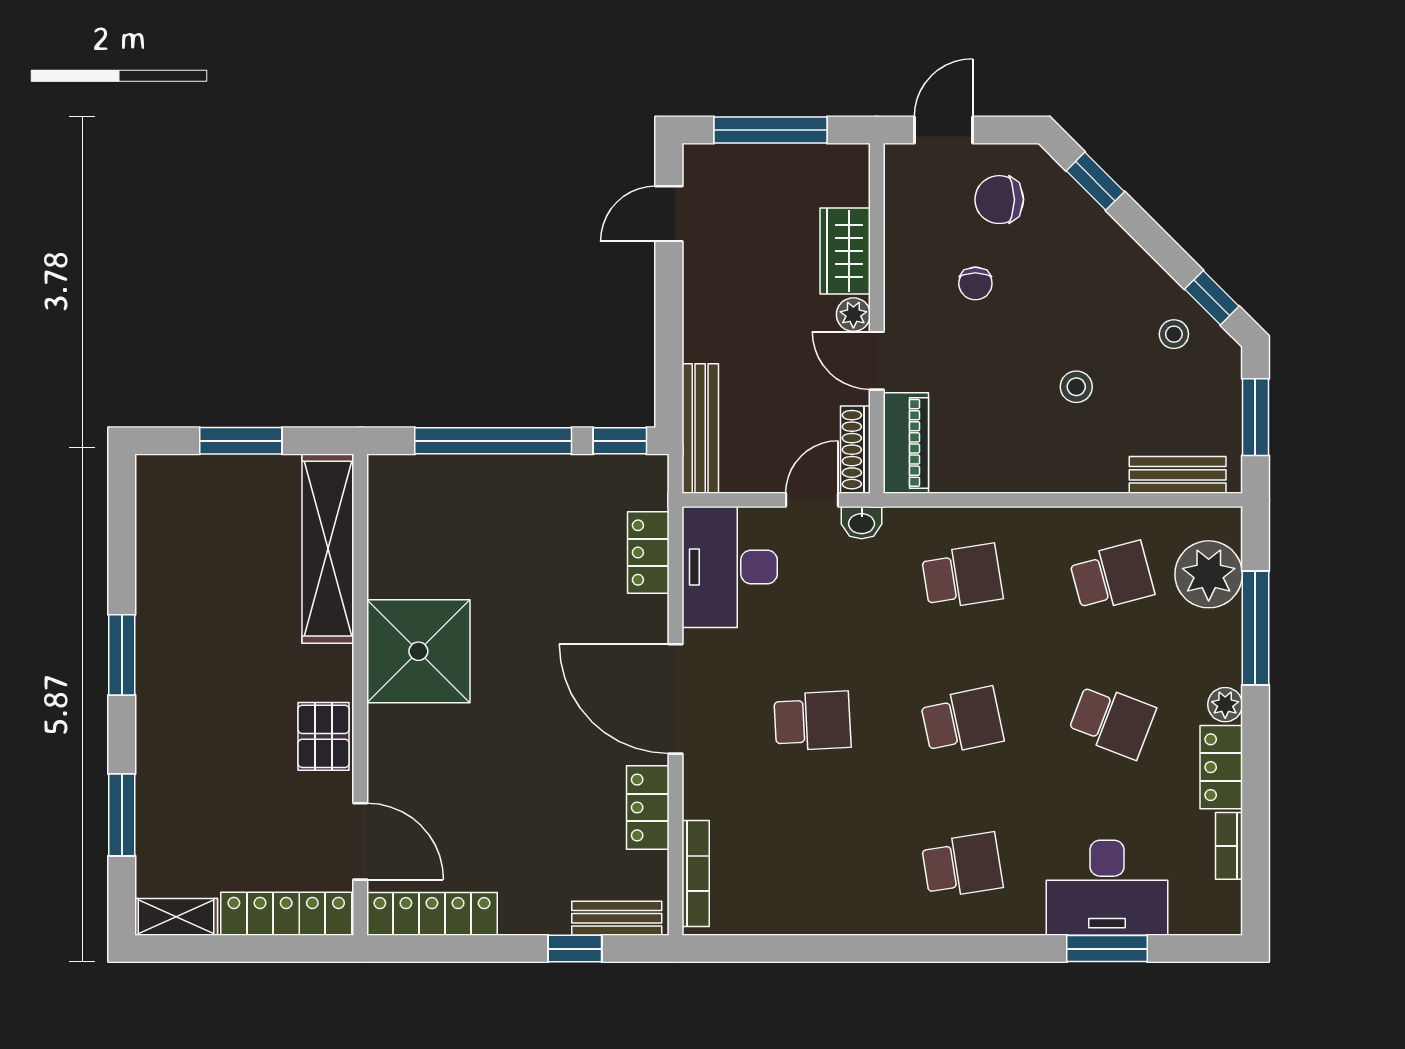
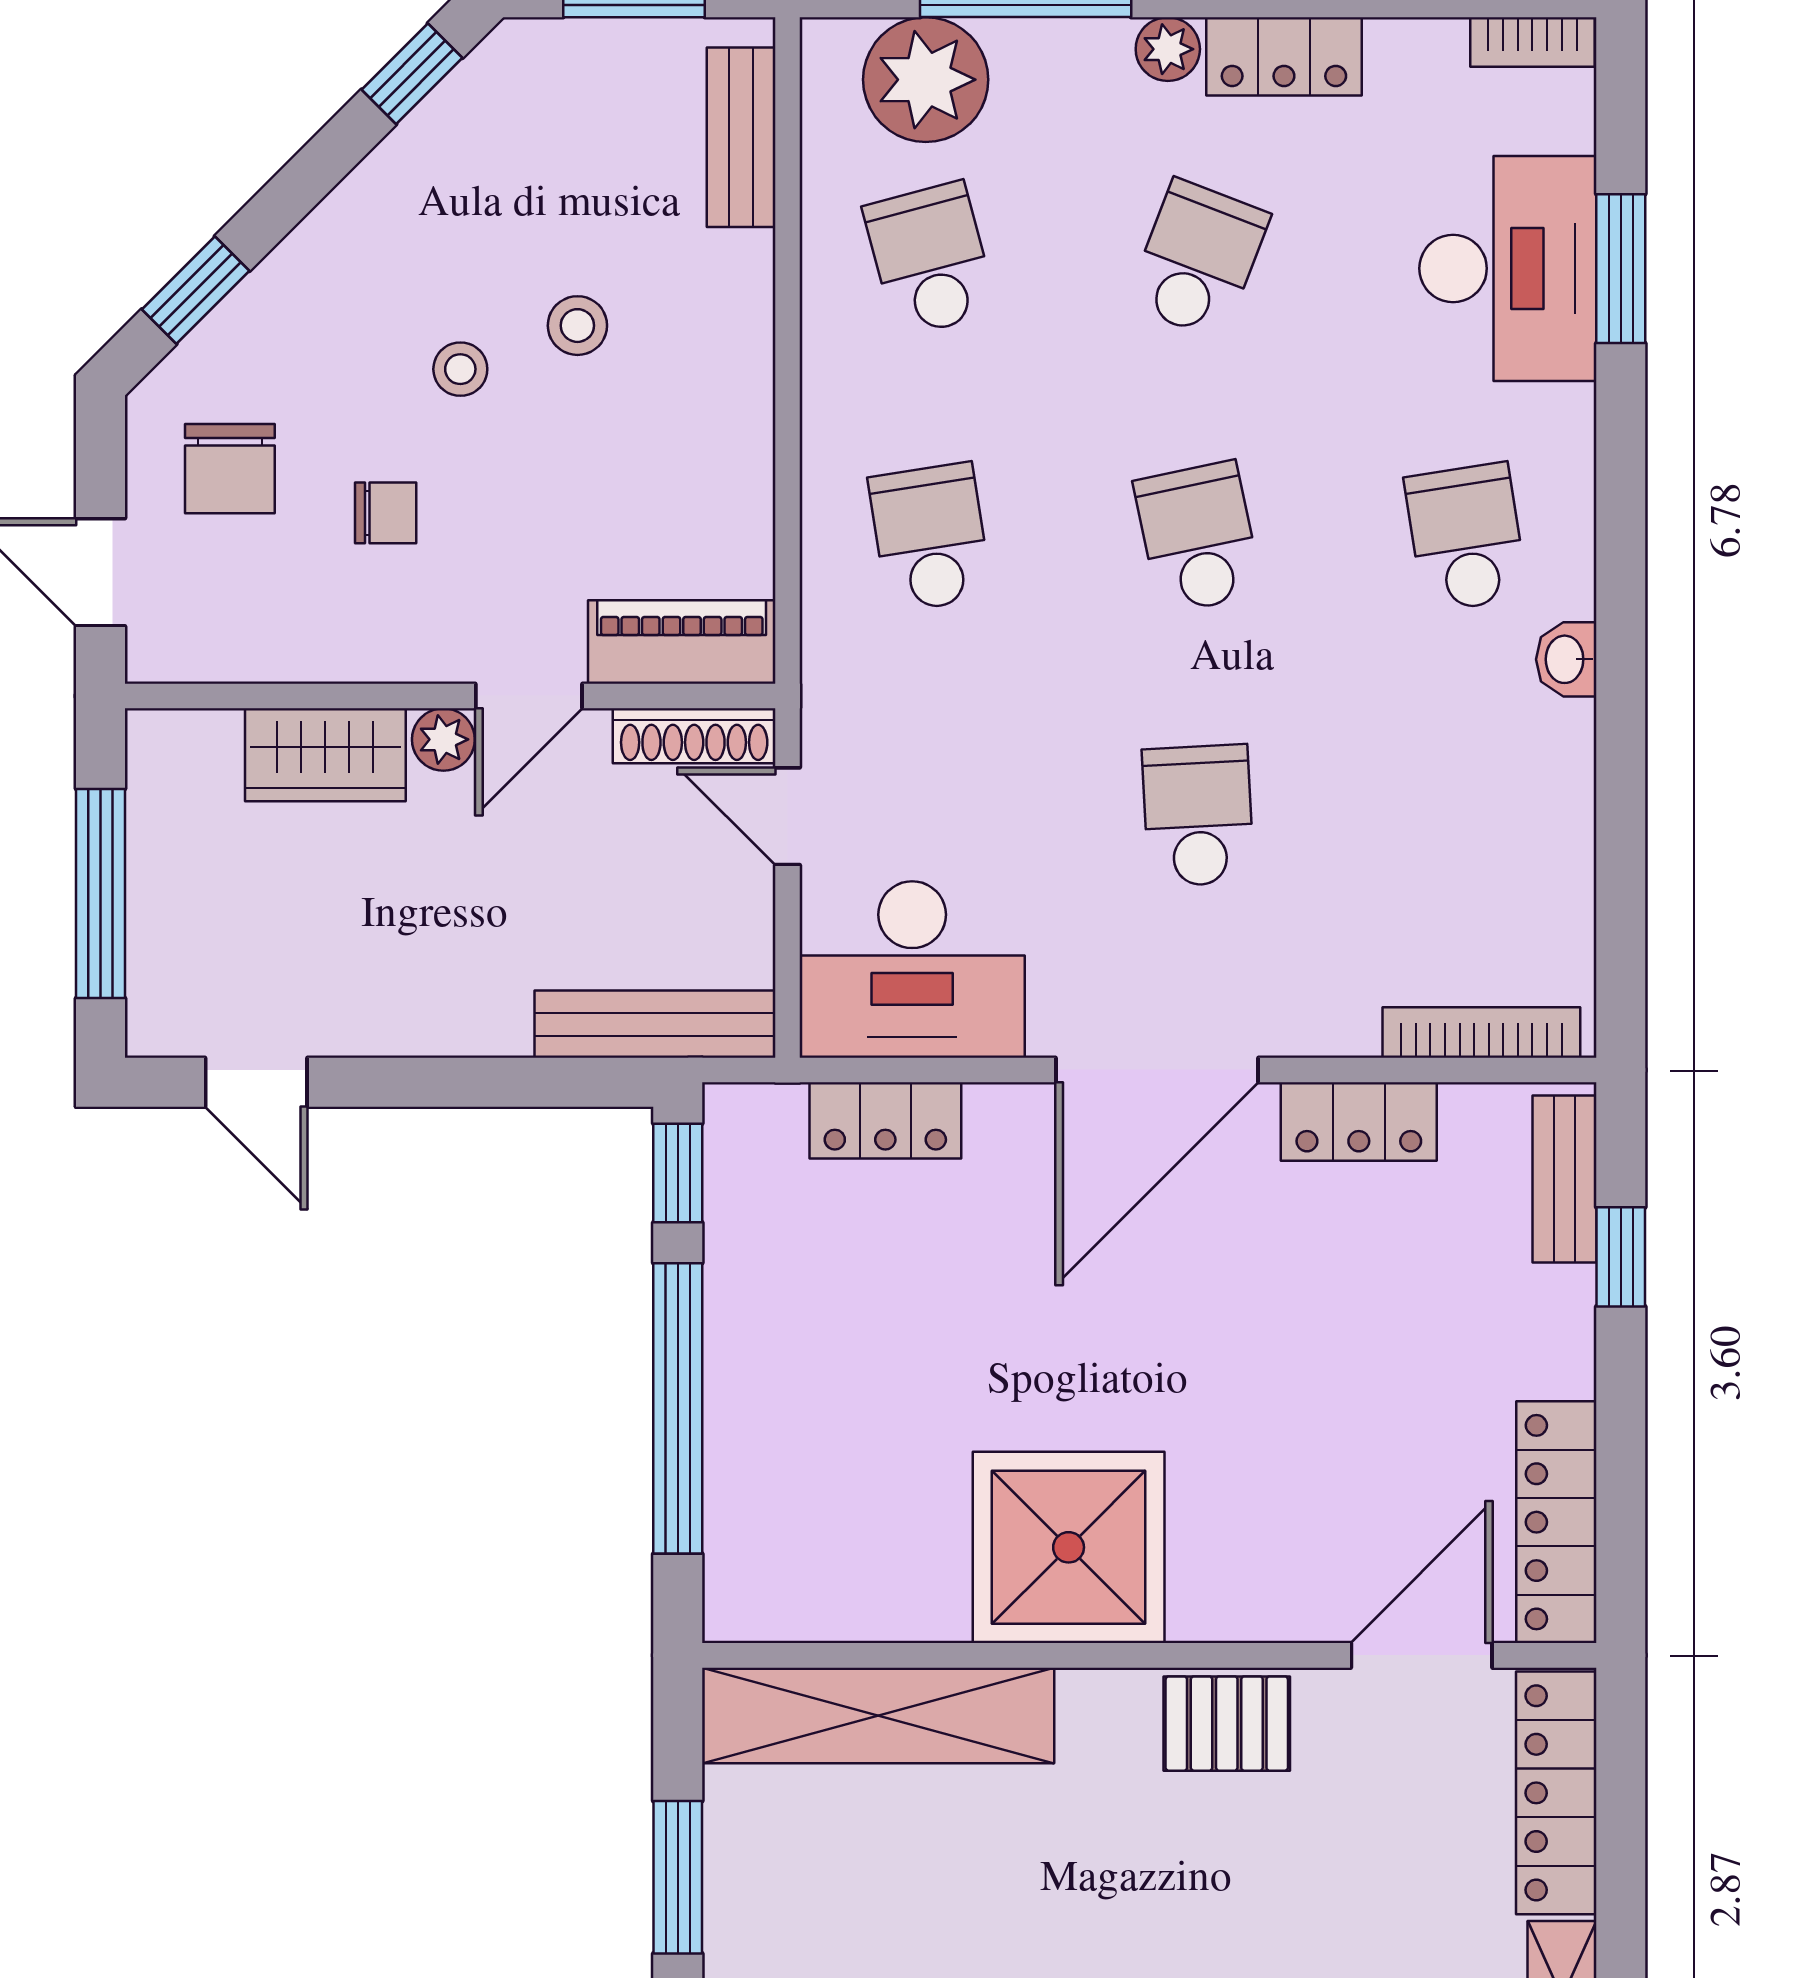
stool: (1174, 334) -> (460, 369), moved
washbasin: (862, 523) -> (1566, 659), moved, turned 180
bookcase: (1229, 846) -> (1532, 42), moved

